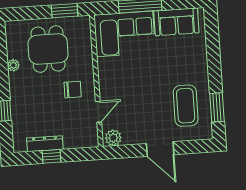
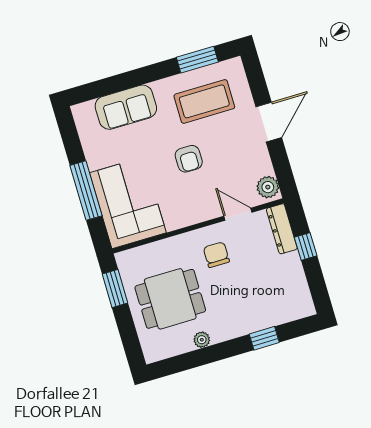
sofa: (176, 22) -> (126, 107), moved, turned 90
armchair: (147, 85) -> (189, 159), added
dresser: (45, 144) -> (282, 229), moved
window: (51, 156) -> (306, 247), moved

